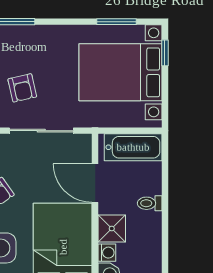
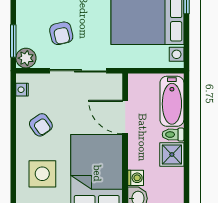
bathtub: (133, 147) -> (172, 101), moved, turned 90
shower: (112, 229) -> (172, 155), moved

